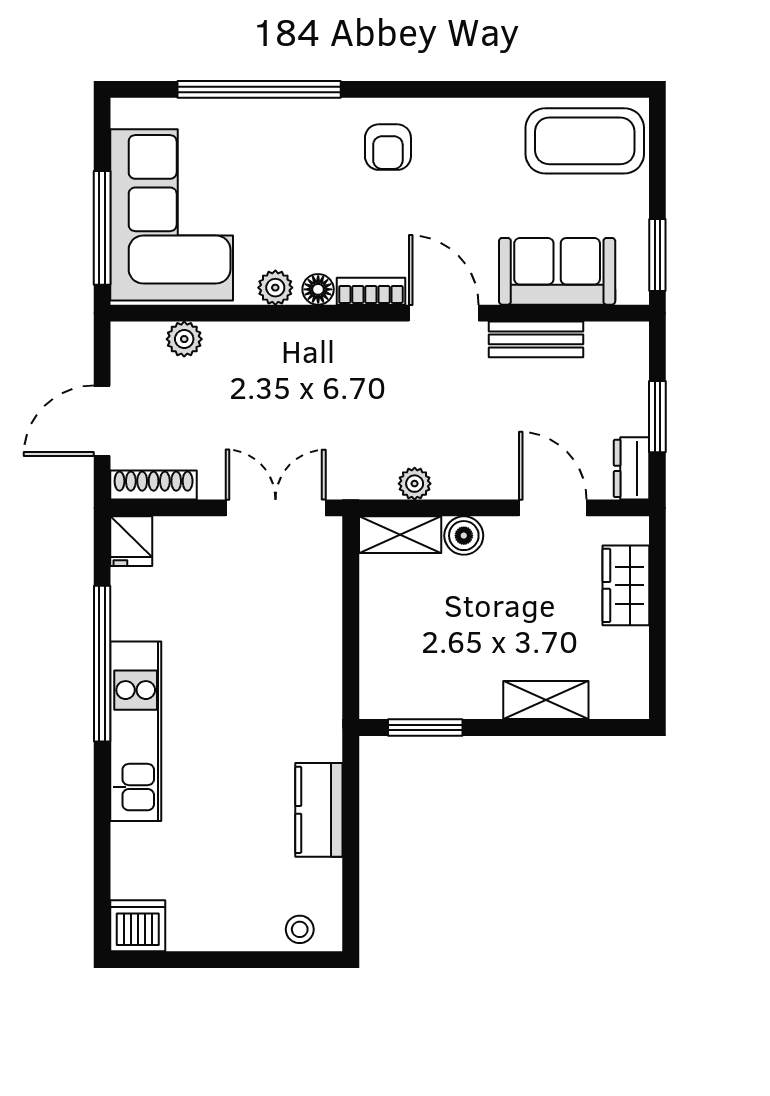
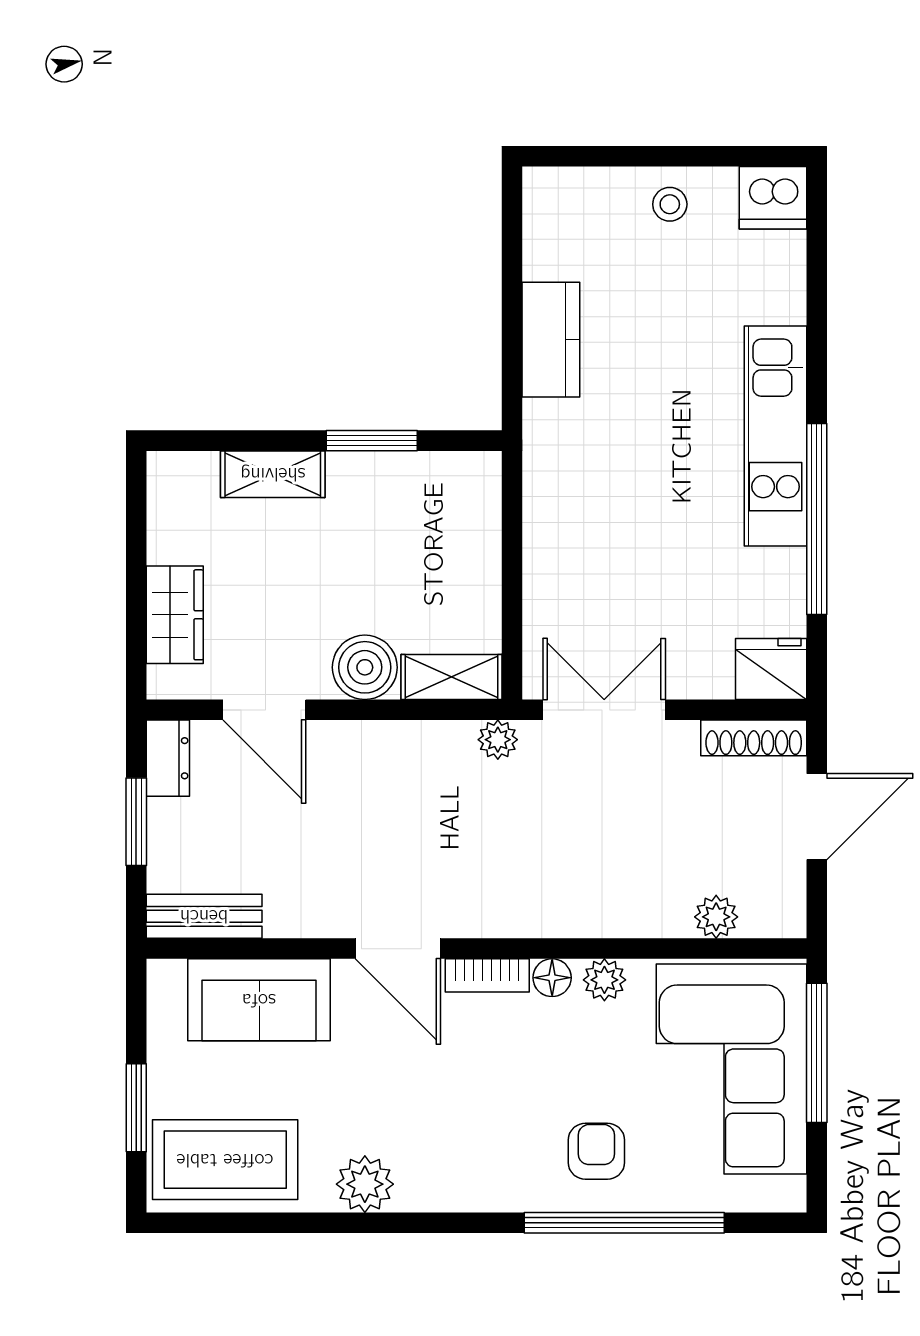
plant: (471, 121) -> (365, 1184), added
armchair: (388, 147) -> (596, 1151), moved
window: (657, 255) -> (136, 1108), moved
bench: (536, 339) -> (204, 916), moved
plant: (415, 484) -> (498, 740), moved
double door: (276, 508) -> (604, 710), swing flipped
boiler: (464, 536) -> (365, 667), width x1.36, depth x1.36
fridge: (131, 541) -> (771, 669), width x1.38
window: (425, 728) -> (372, 441), moved
stool: (300, 929) -> (670, 204), moved

